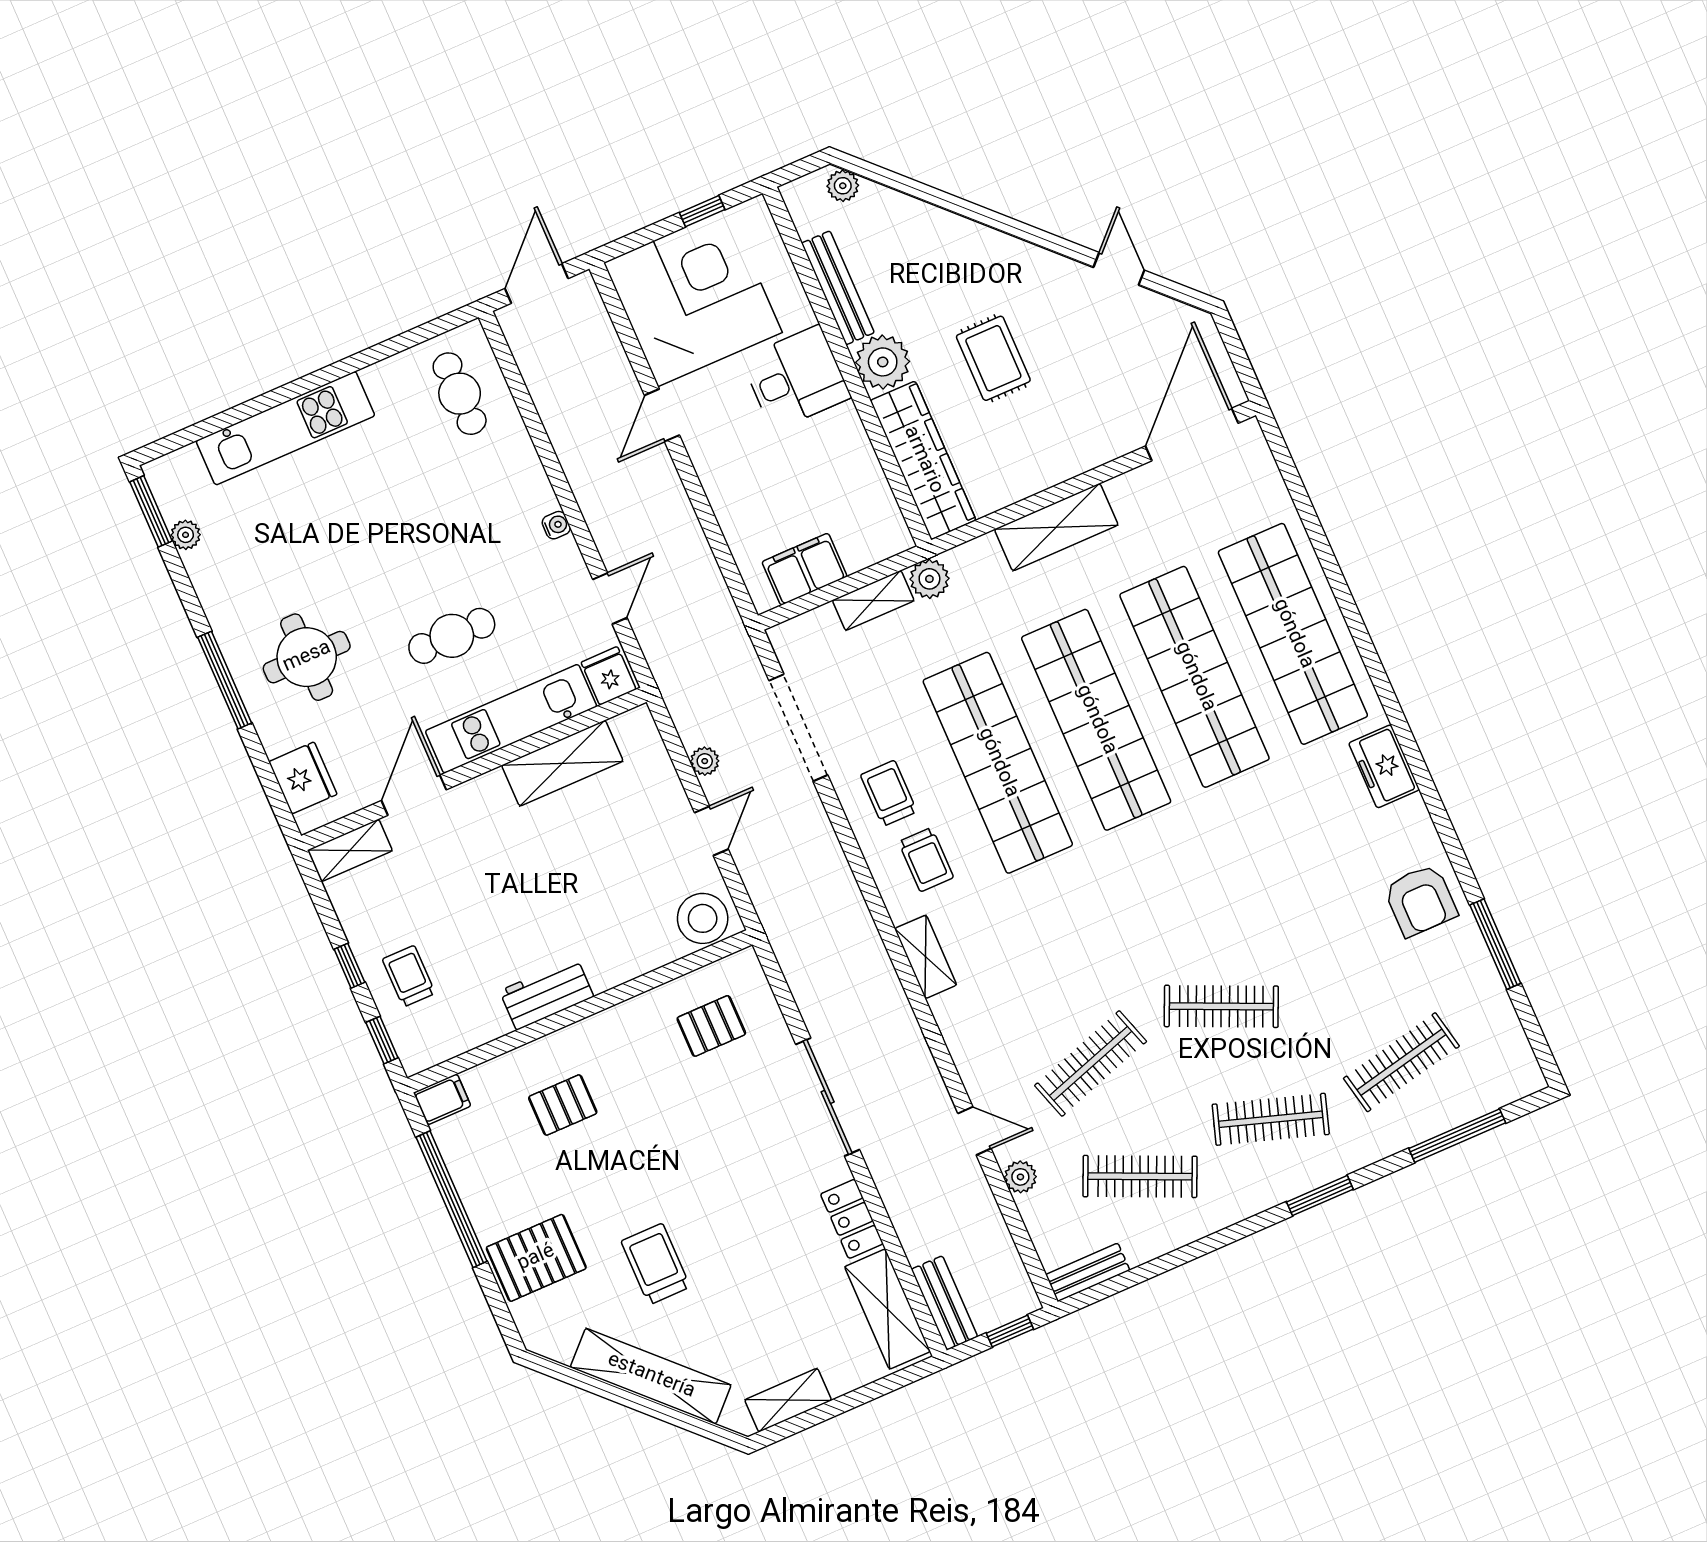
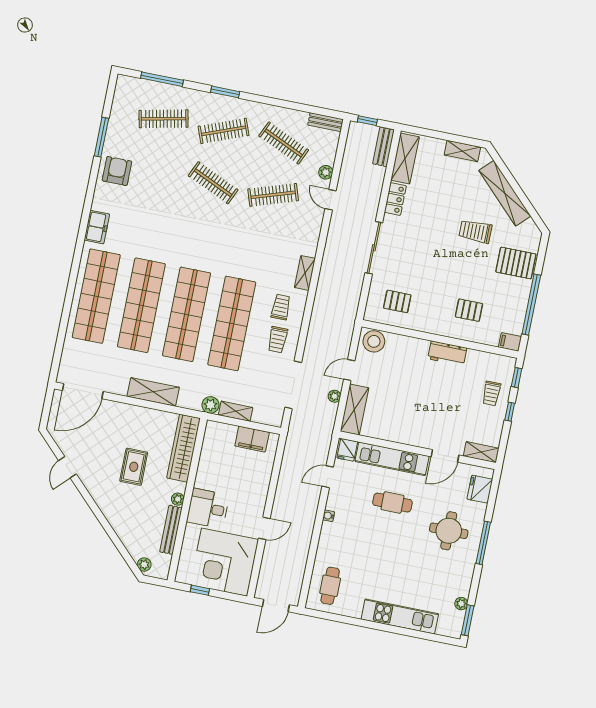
plant: (883, 362) -> (178, 499), width x0.53, depth x0.53
shelving: (562, 763) -> (354, 409), moved, turned 90
clothes rail: (1271, 1119) -> (224, 131), turned -39
trolley: (656, 1264) -> (475, 231), turned 90

